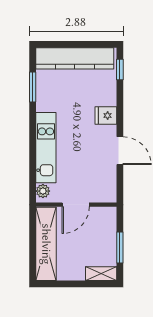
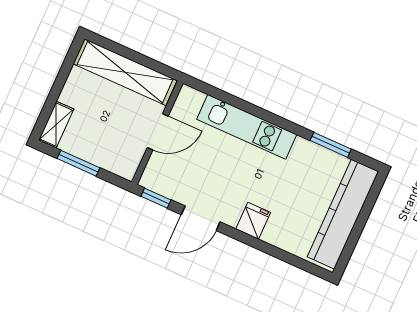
window: (120, 69) -> (156, 198), moved
plant: (43, 191) -> (194, 98), removed
door: (76, 205) -> (158, 132), swing flipped

